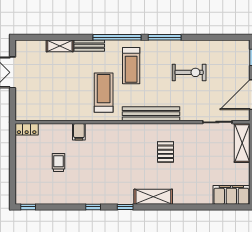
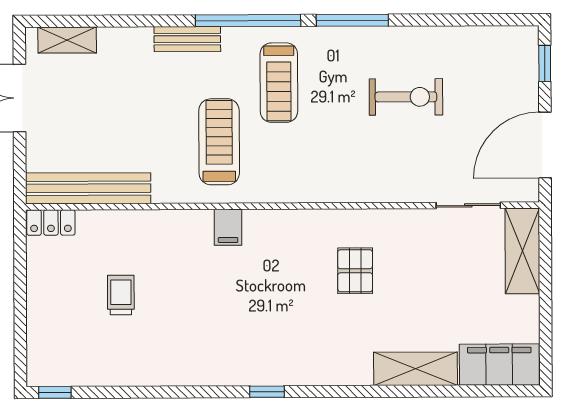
shelving: (60, 46) -> (67, 40), moved
bench: (151, 114) -> (88, 188), moved
filing cabinet: (79, 132) -> (228, 227), moved
shelving: (153, 197) -> (415, 369), moved
window: (93, 207) -> (197, 392), removed

